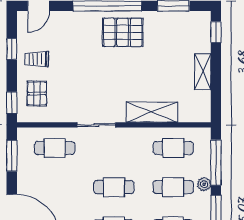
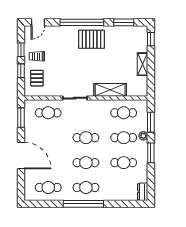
window: (12, 103) -> (21, 71), moved
window: (216, 163) -> (151, 122), width x0.69

